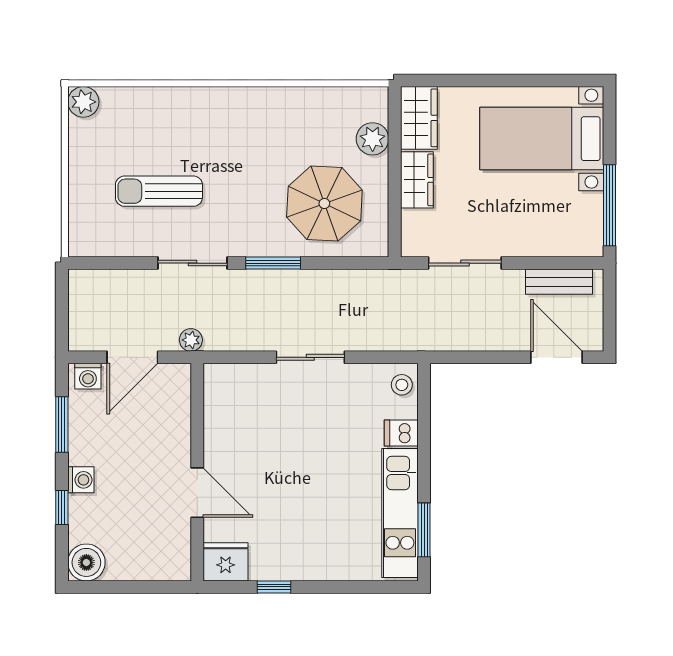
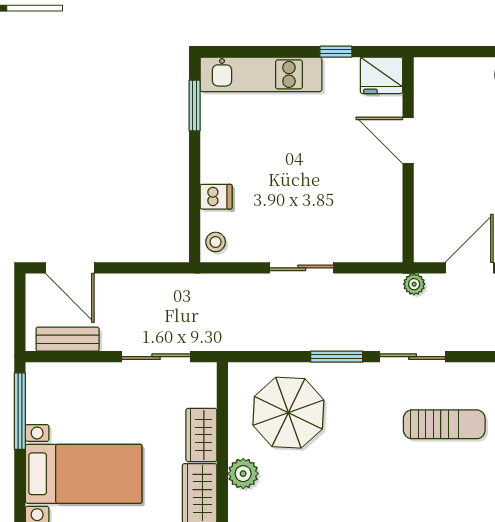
kitchen unit: (400, 513) -> (261, 74), moved, turned 90

